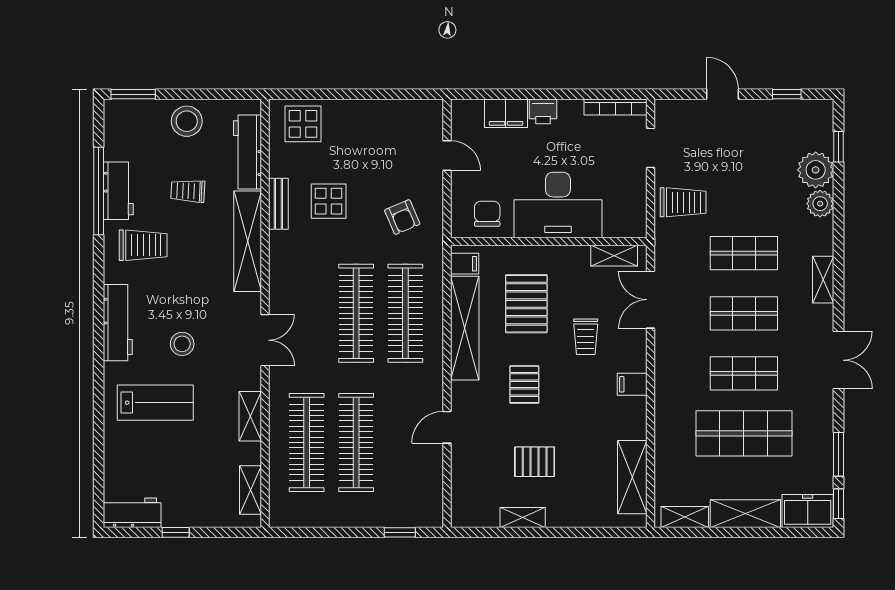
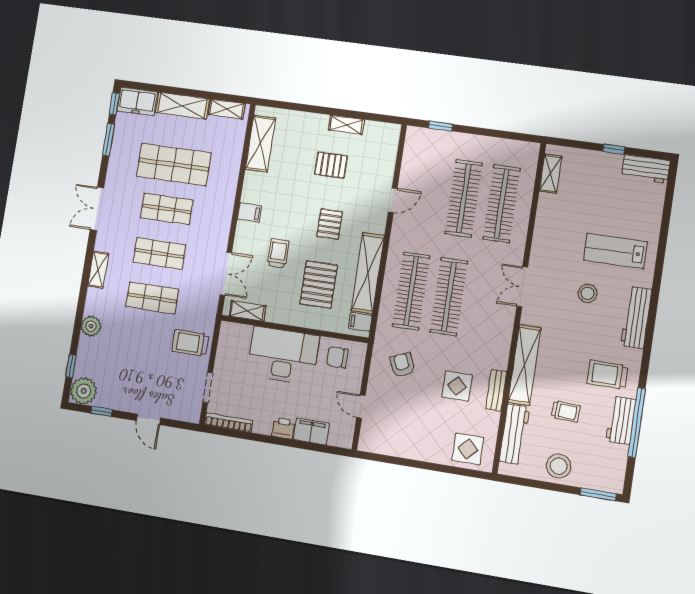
plant: (816, 170) -> (84, 391), moved
chair: (487, 214) -> (337, 357), turned 90
shelving: (250, 416) -> (542, 230), removed

